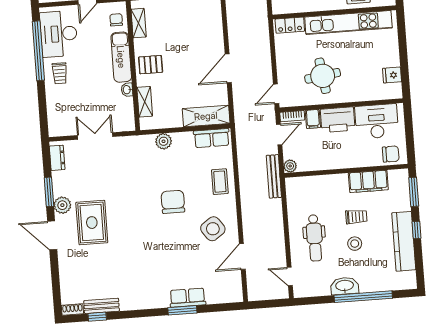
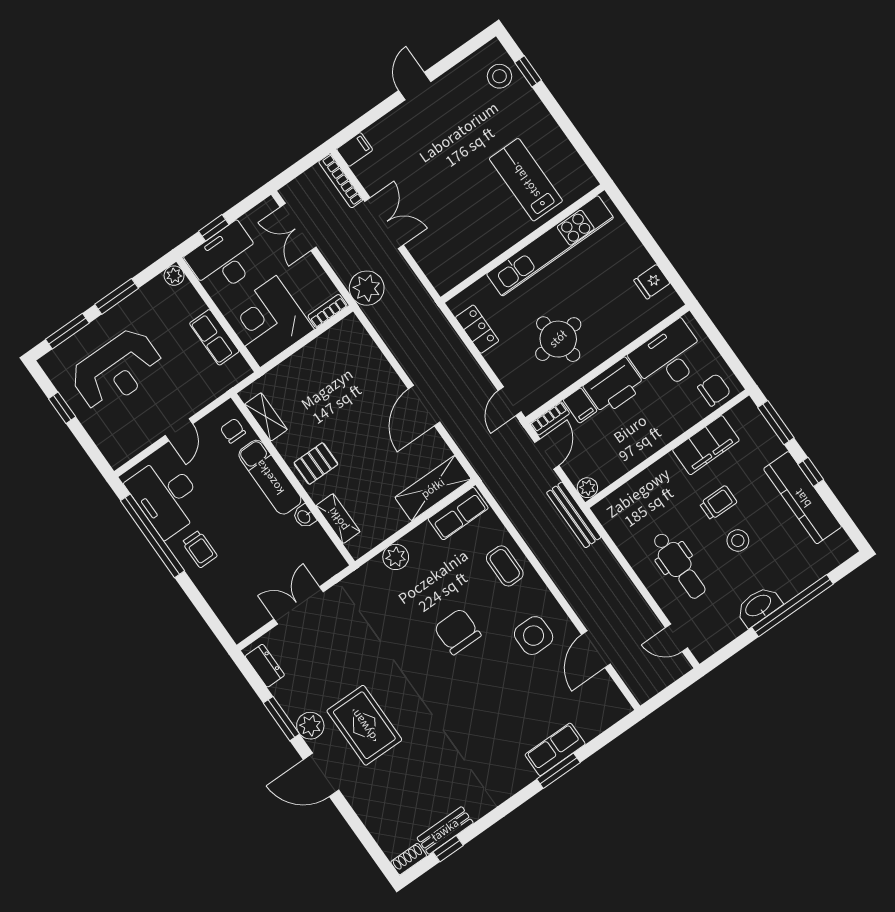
locker: (290, 25) -> (477, 329), moved, turned -90
side table: (213, 229) -> (534, 636), turned 35

